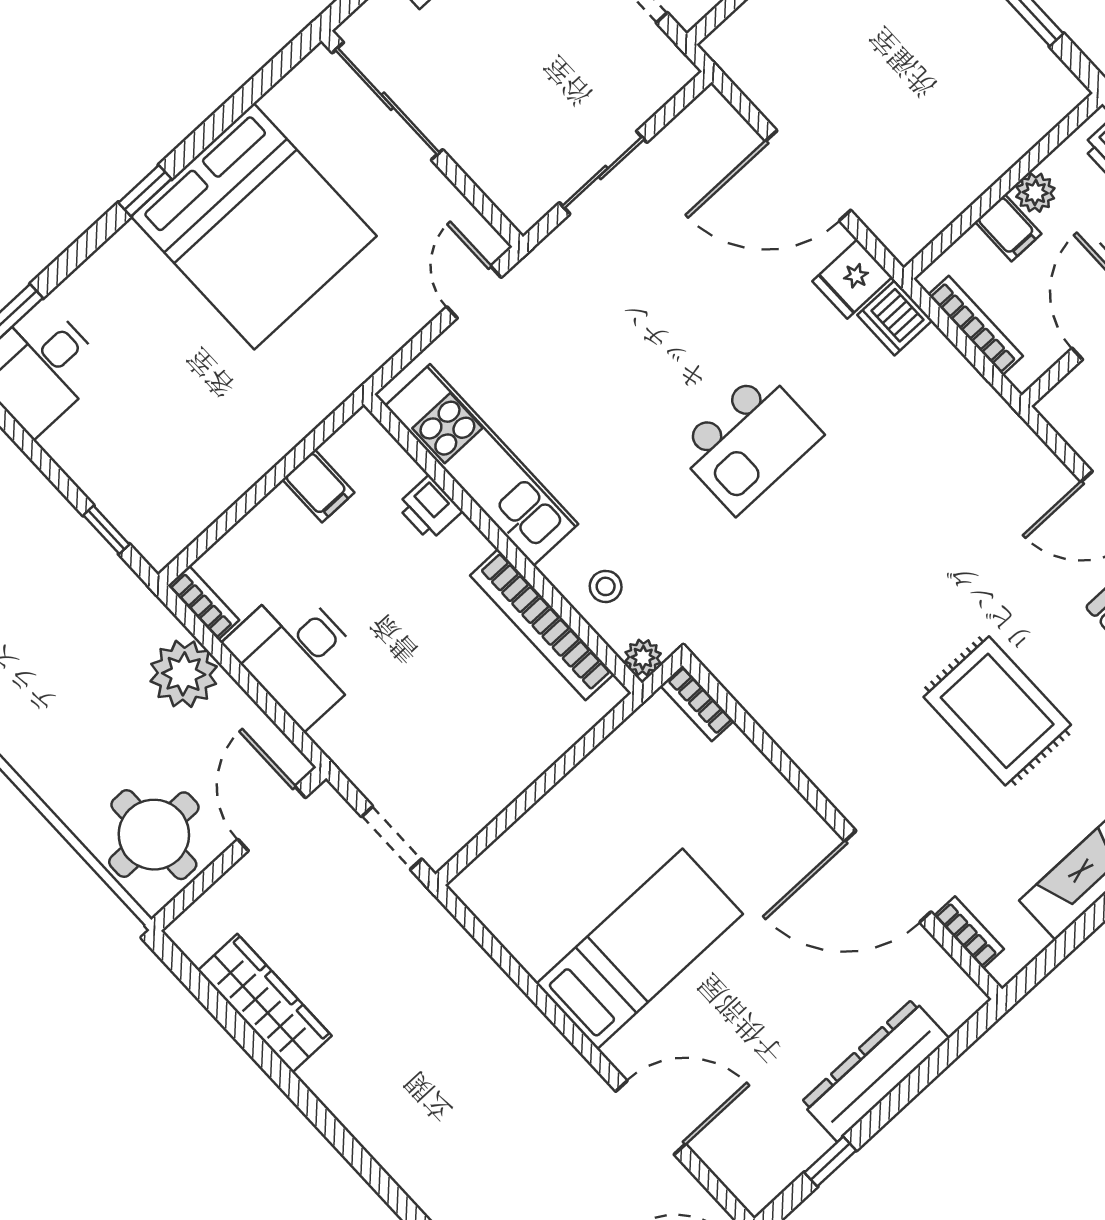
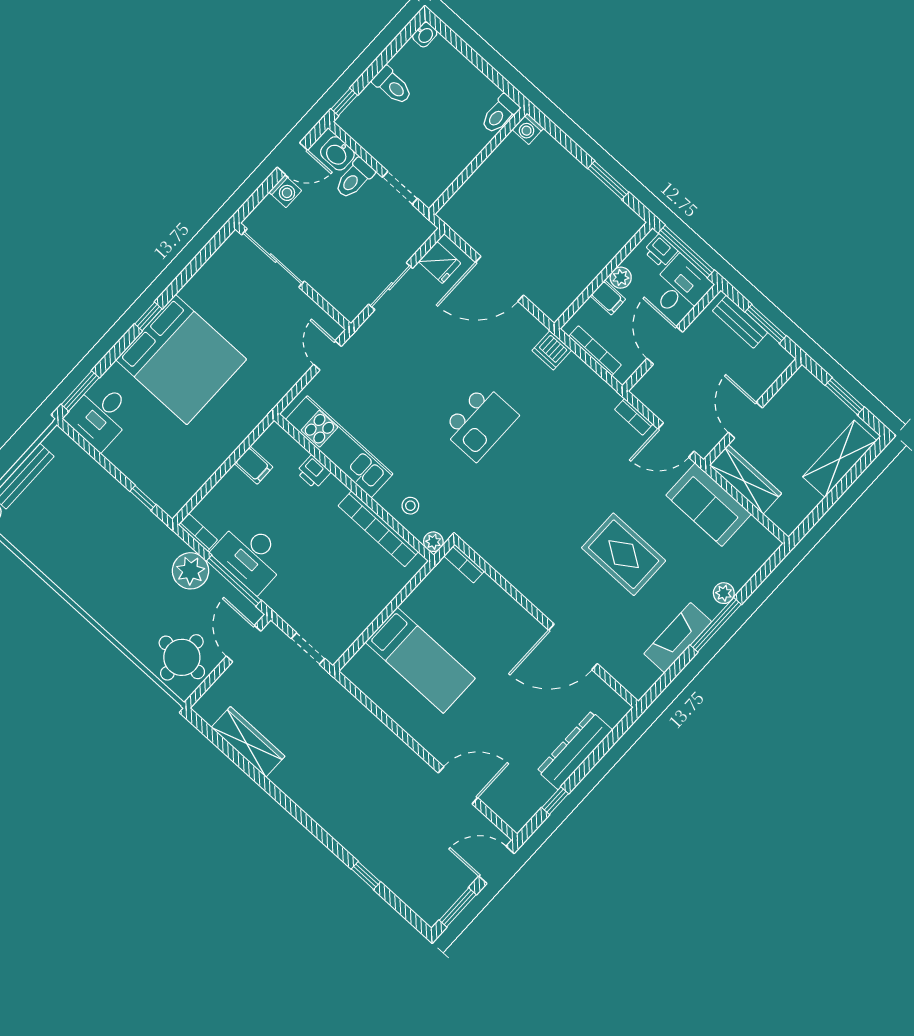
bed: (254, 226) -> (181, 360), moved
fridge: (852, 279) -> (440, 262), moved, turned -90
window: (263, 699) -> (234, 581), added
bookcase: (969, 932) -> (634, 417), moved, turned 180
bed: (640, 949) -> (420, 660), moved, turned 90

